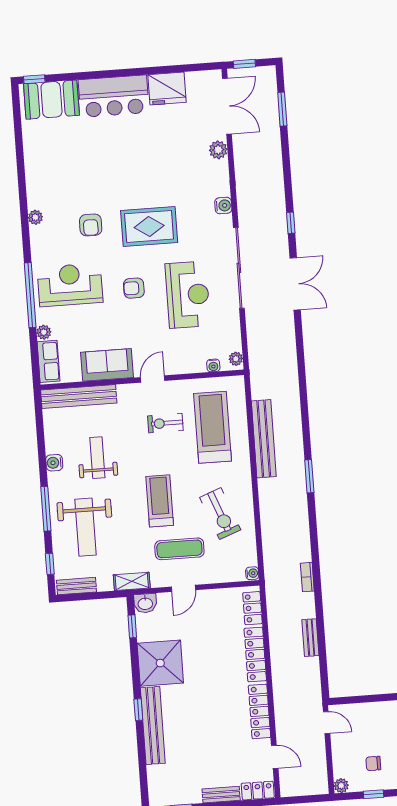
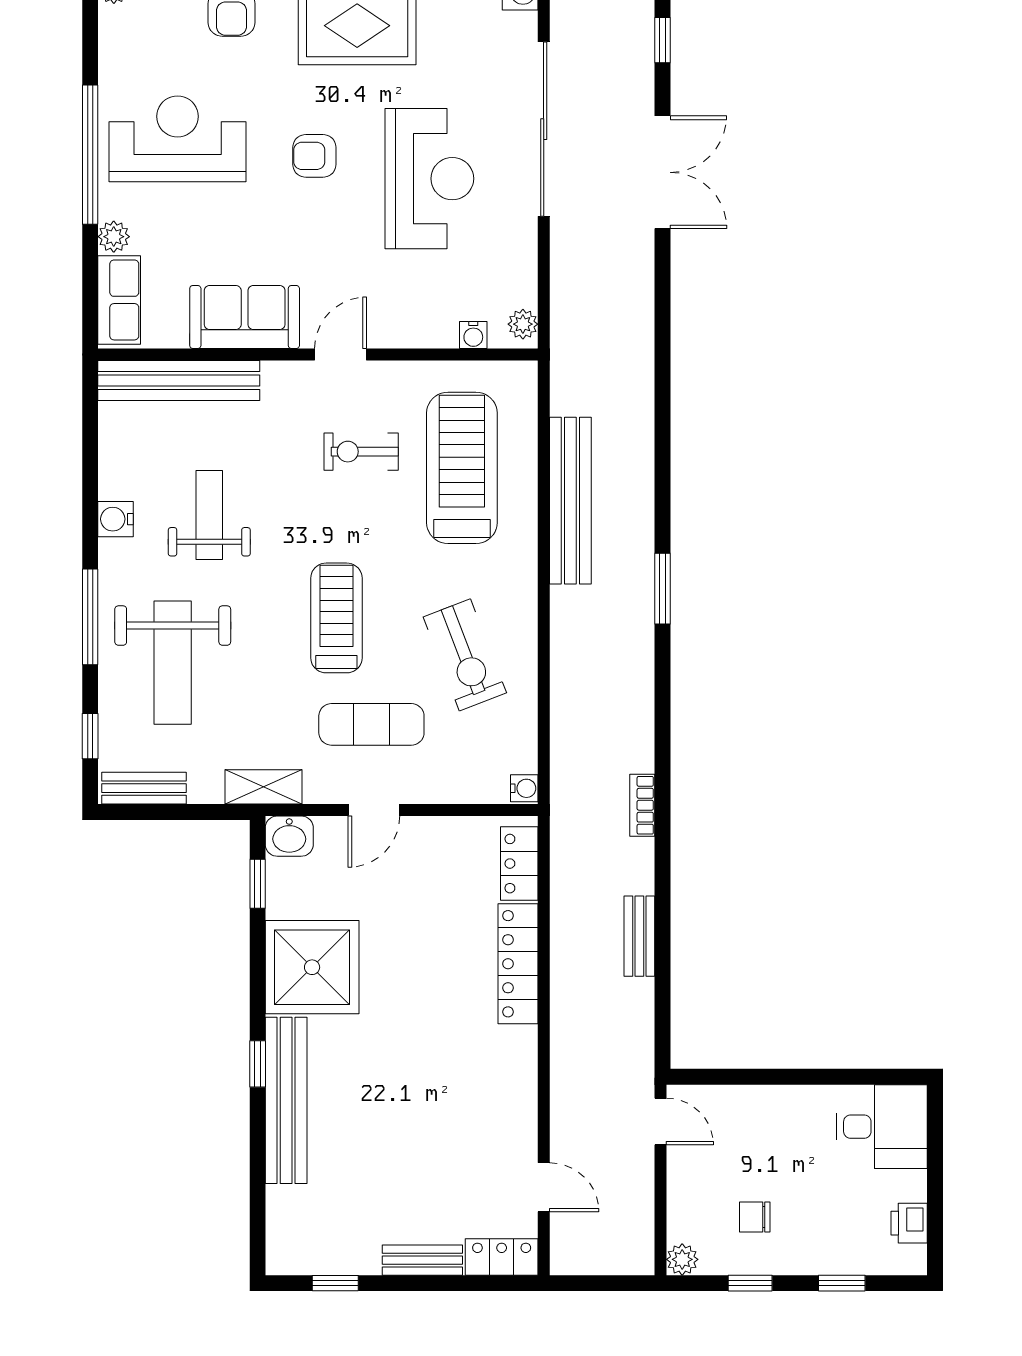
locker: (259, 711) -> (518, 1087), removed

